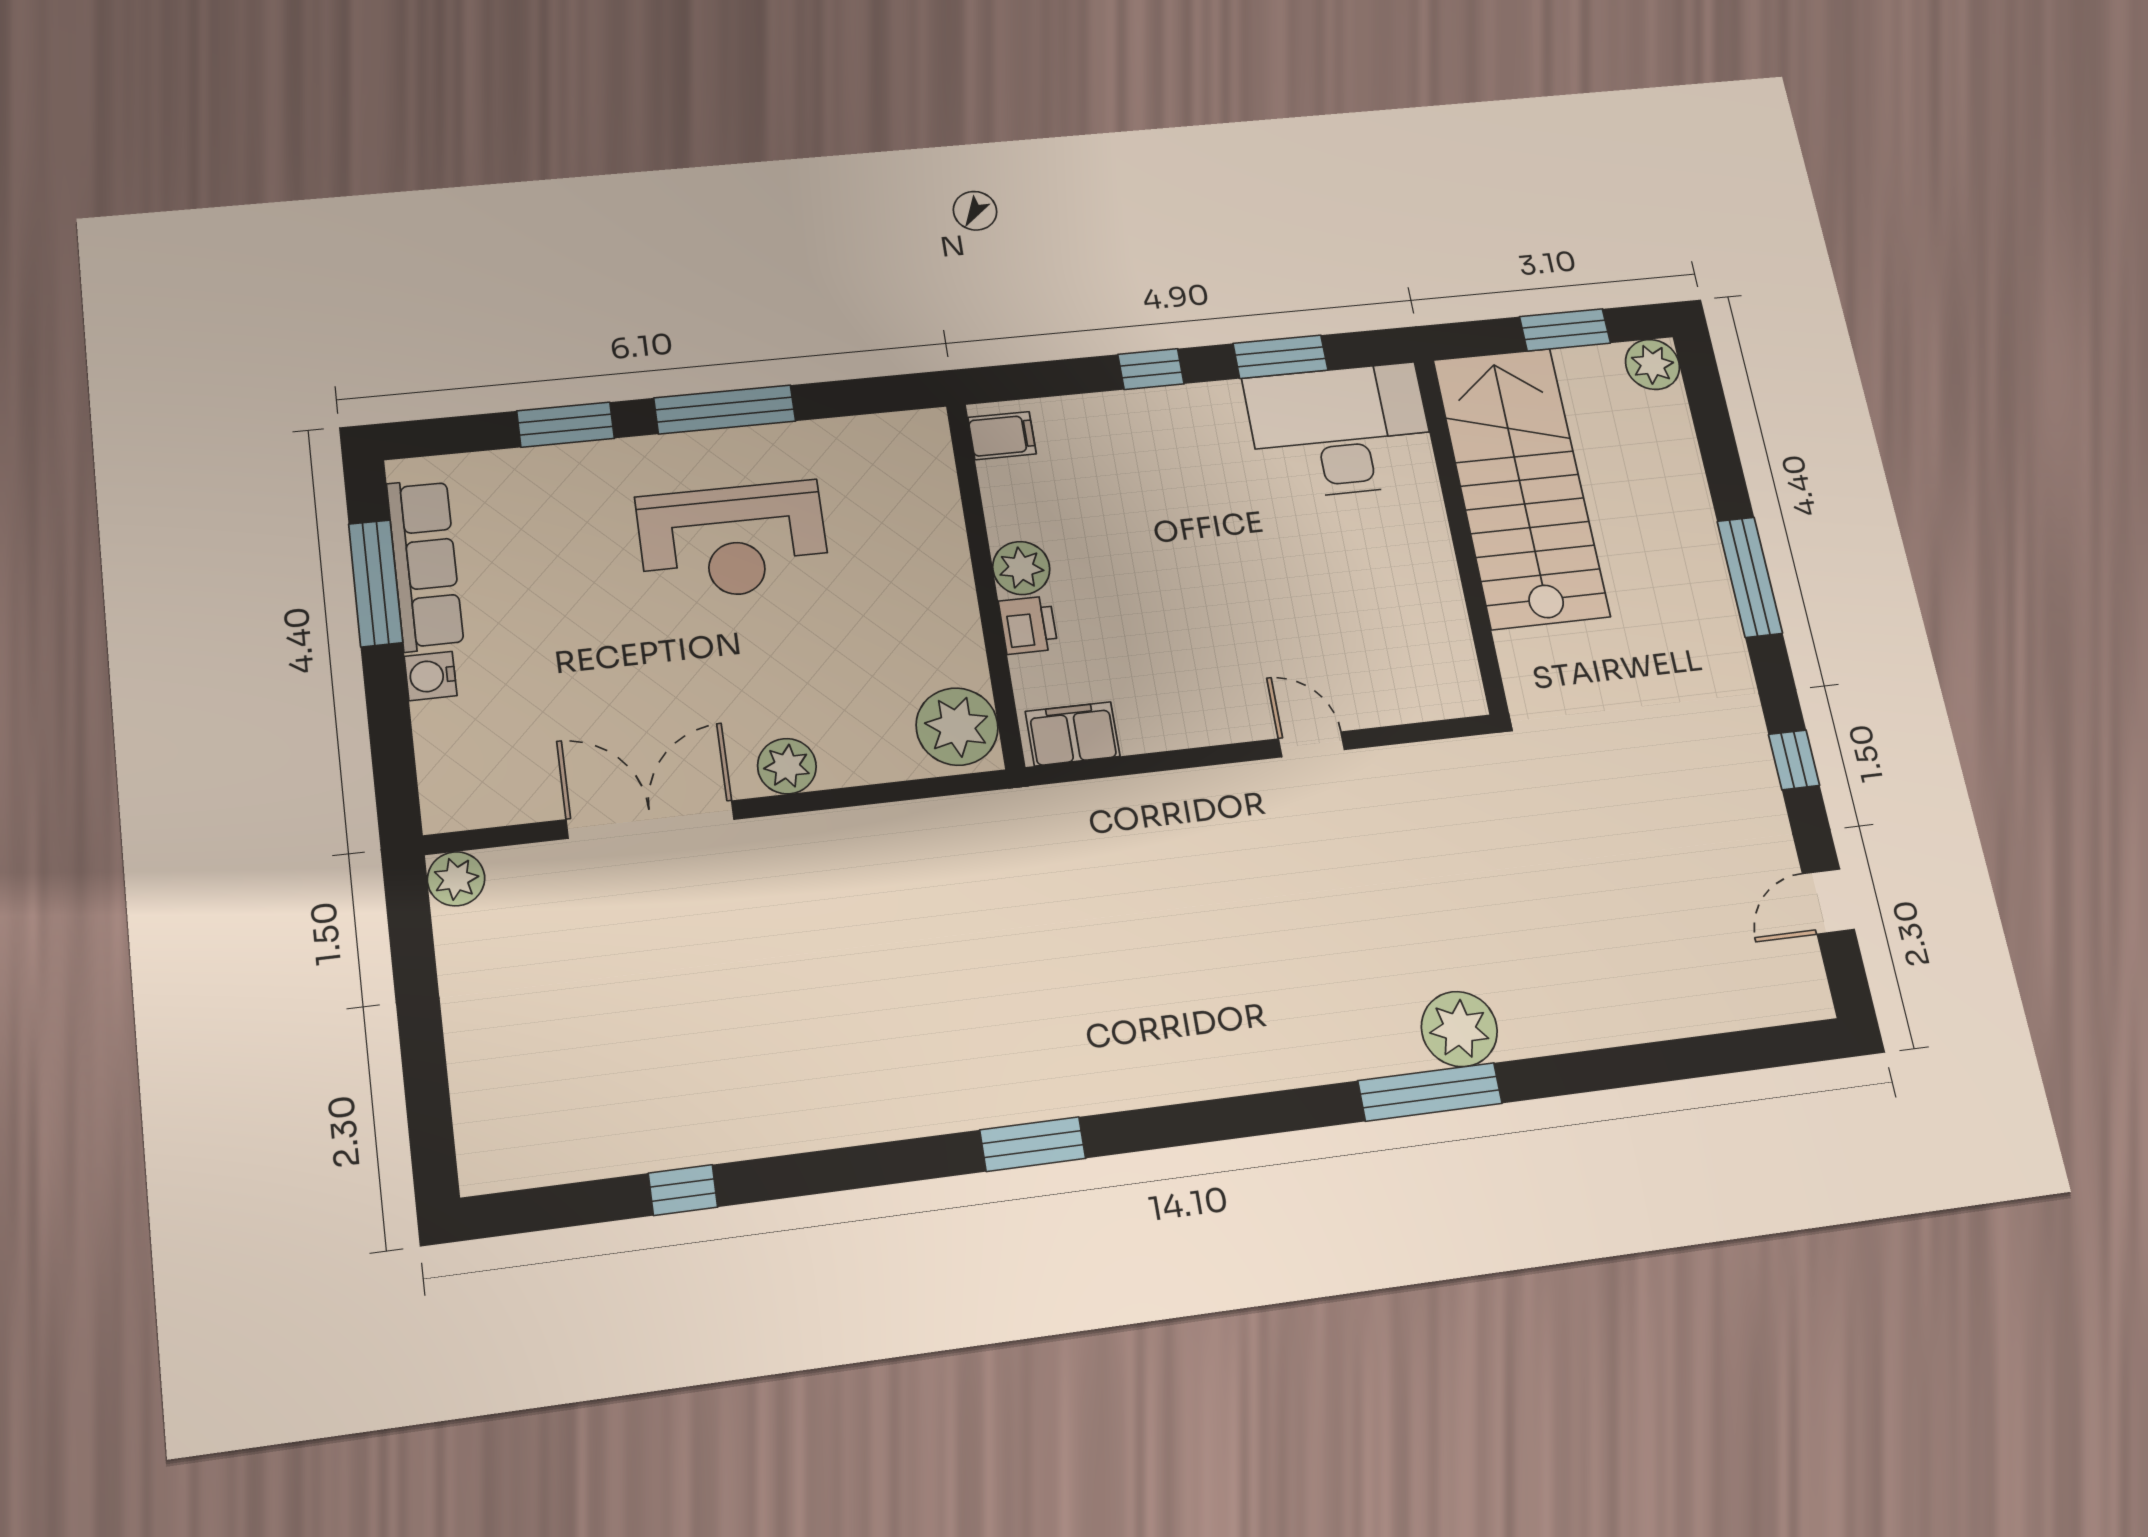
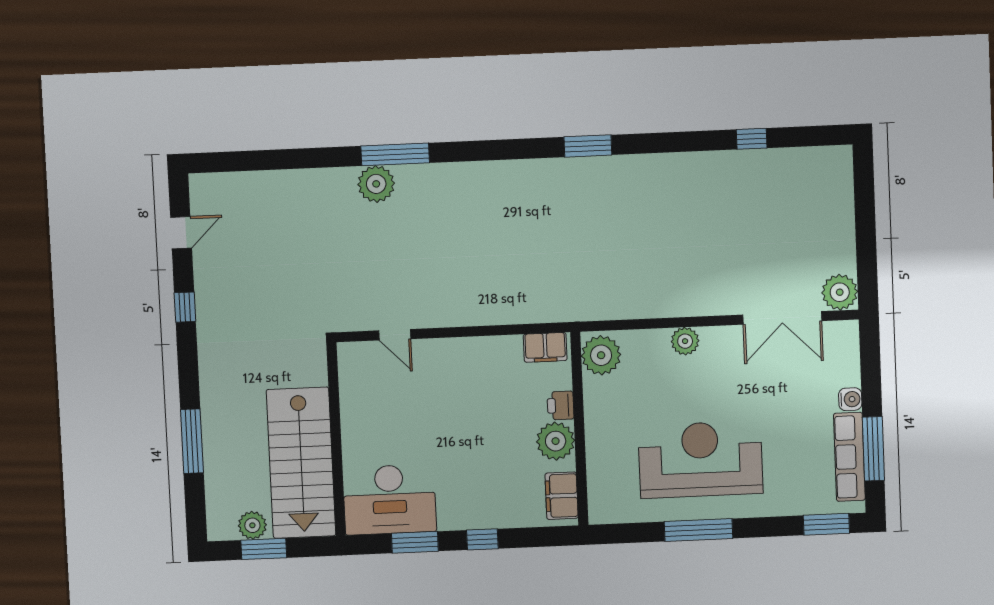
plant: (1652, 364) -> (252, 525), moved
window: (566, 425) -> (826, 524), moved
filing cabinet: (1002, 436) -> (562, 496), width x2.00
reception desk: (733, 541) -> (700, 460), width x1.36, depth x1.30
plant: (1021, 568) -> (556, 441), width x1.36, depth x1.36
window: (1750, 577) -> (192, 441), moved
door: (1311, 744) -> (395, 335), moved
double door: (650, 820) -> (782, 318), moved
plant: (456, 879) -> (840, 292), width x1.36, depth x1.36

